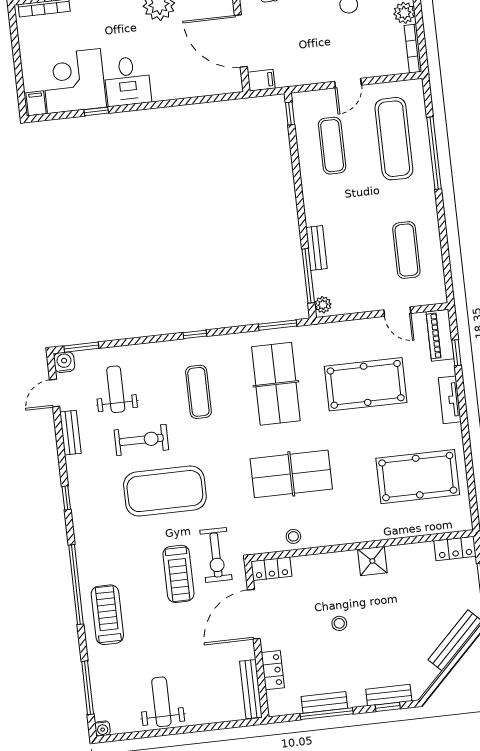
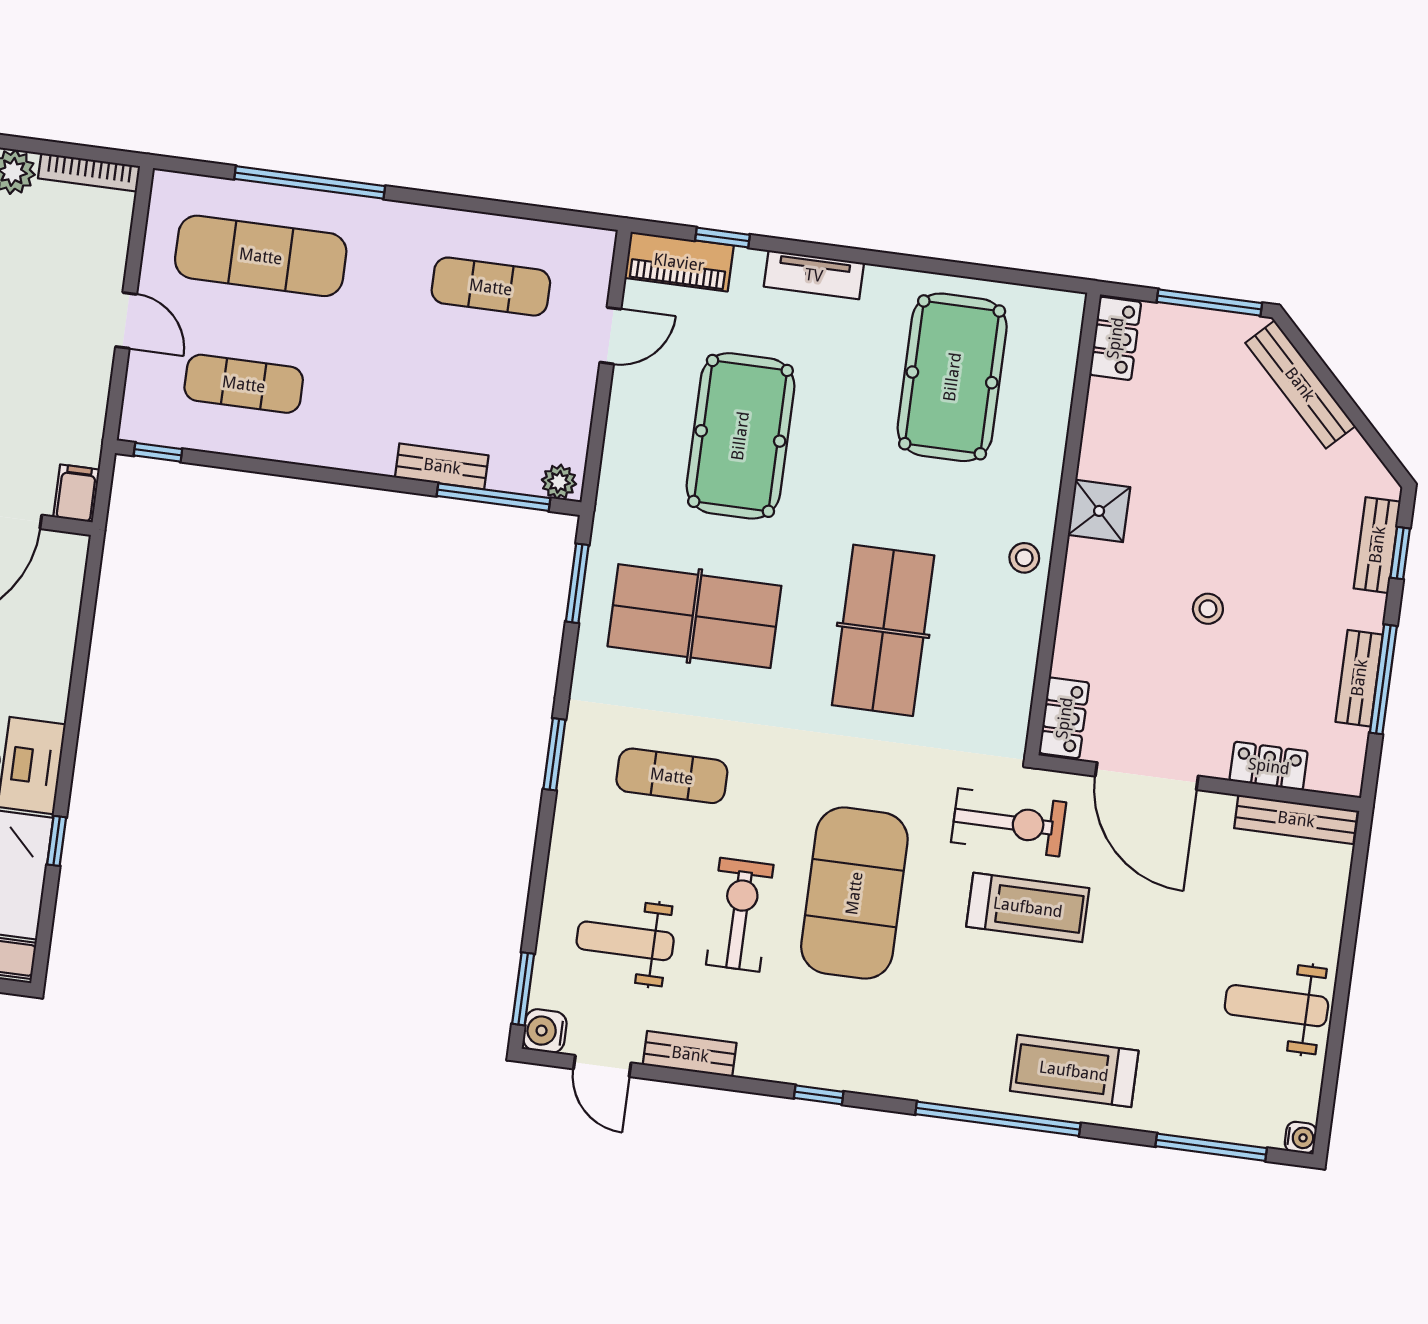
window: (195, 334) -> (554, 754), width x1.50
stool: (293, 536) -> (1024, 558), moved

